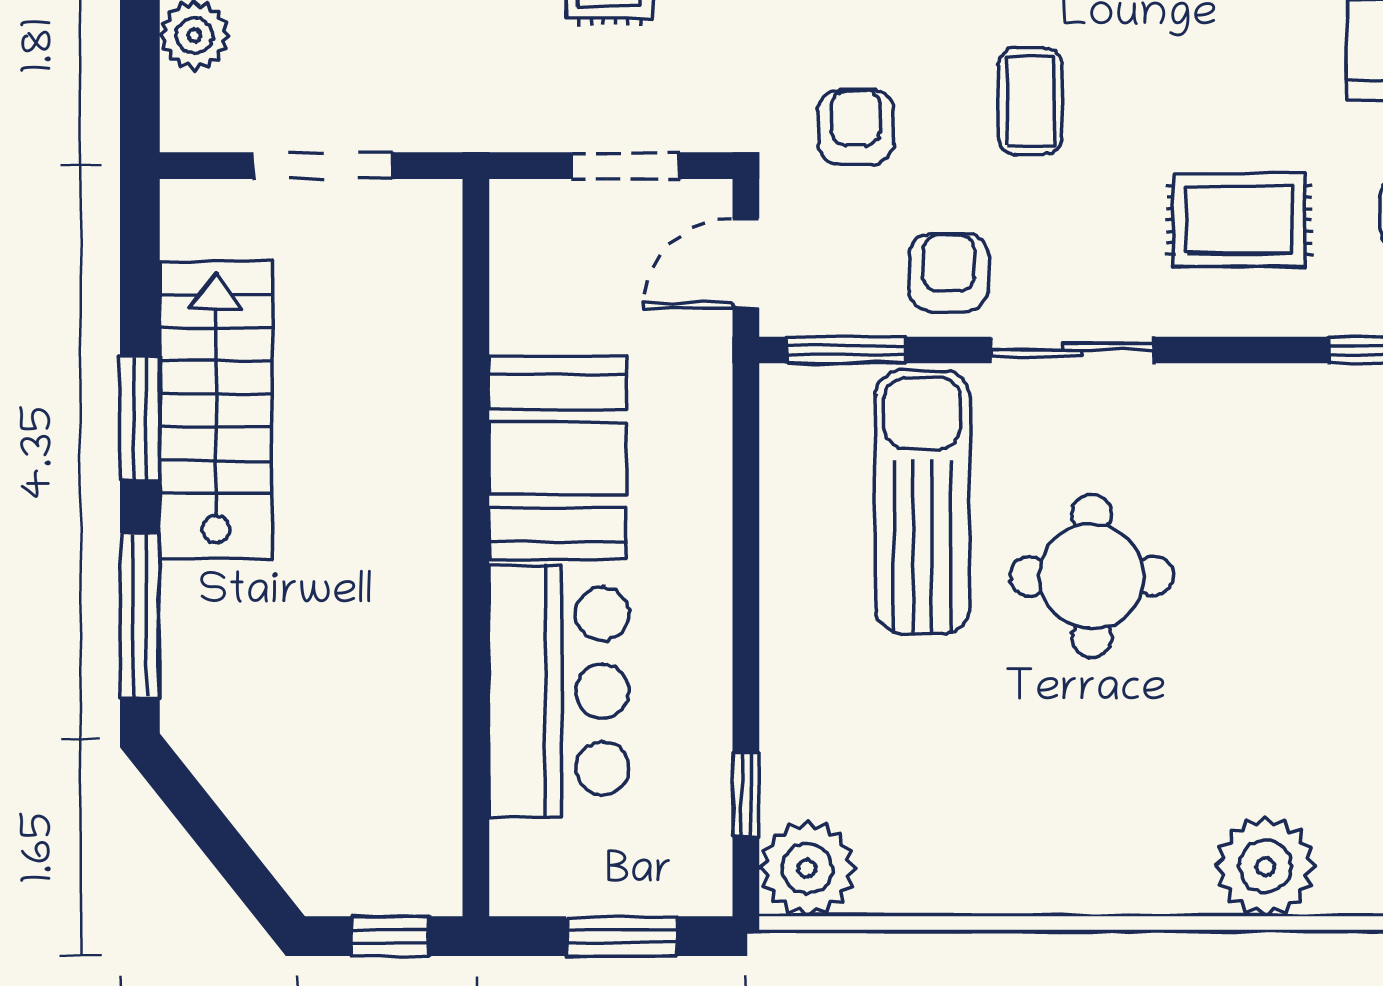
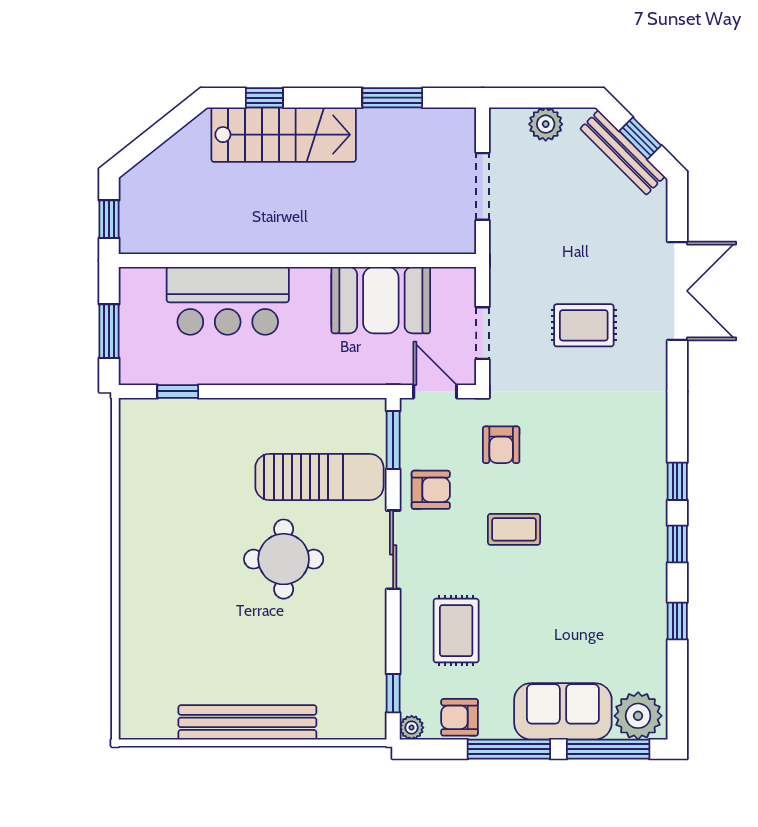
armchair: (856, 127) -> (501, 445), turned 90
stairs: (216, 410) -> (284, 135), moved
window: (140, 419) -> (392, 98), moved
booth: (557, 458) -> (381, 300), moved
window: (140, 616) -> (264, 98), width x0.46
plant: (1265, 866) -> (143, 643), removed
plant: (807, 868) -> (142, 421), removed

